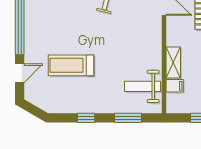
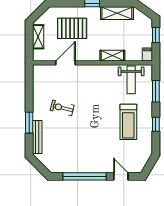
treadmill: (71, 65) -> (128, 122), moved
filing cabinet: (175, 86) -> (147, 55), moved

